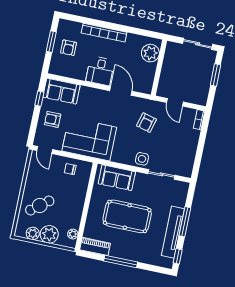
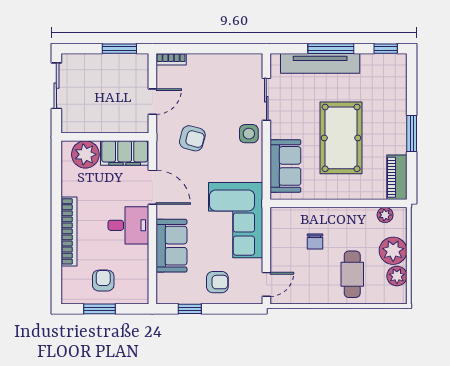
armchair: (69, 48) -> (103, 281), turned -90
window: (215, 75) -> (119, 49), moved
filing cabinet: (146, 78) -> (125, 153), added
sofa: (61, 91) -> (171, 246), moved
door: (121, 91) -> (152, 187), swing flipped
armchair: (53, 119) -> (217, 282), turned -90
chair: (70, 169) -> (315, 241), moved
cafe table: (40, 206) -> (352, 274), turned 38
tv unit: (173, 232) -> (320, 63), moved
window: (121, 261) -> (412, 134), width x0.69

